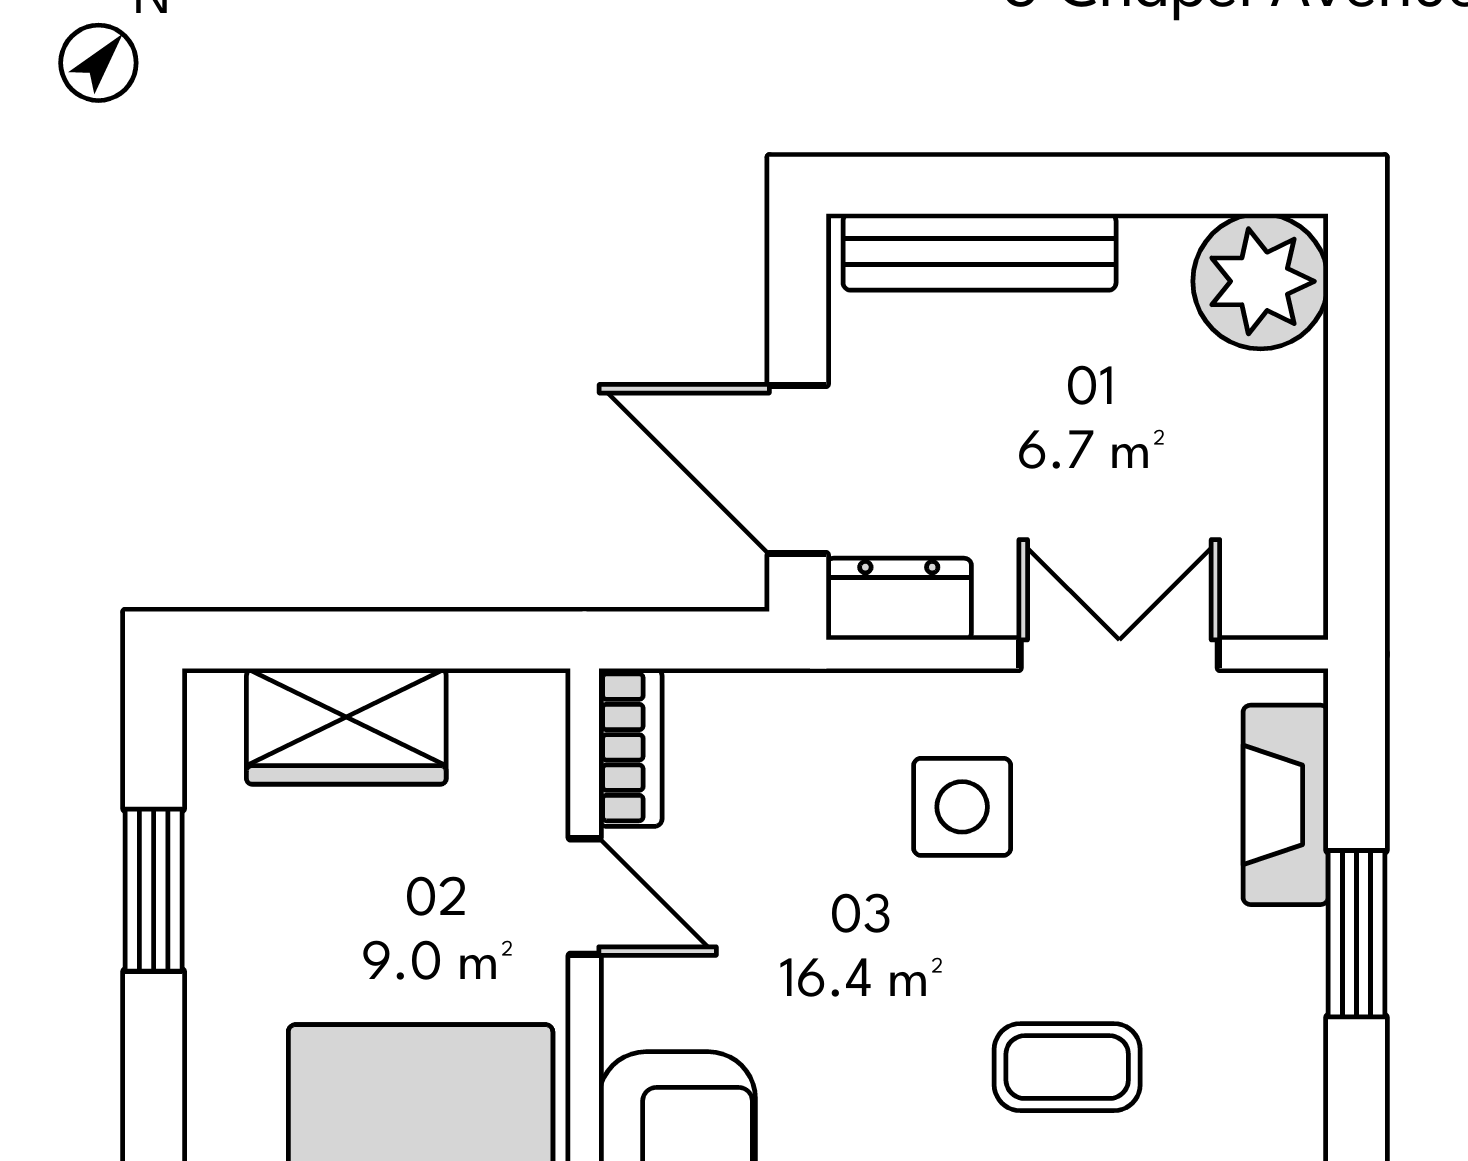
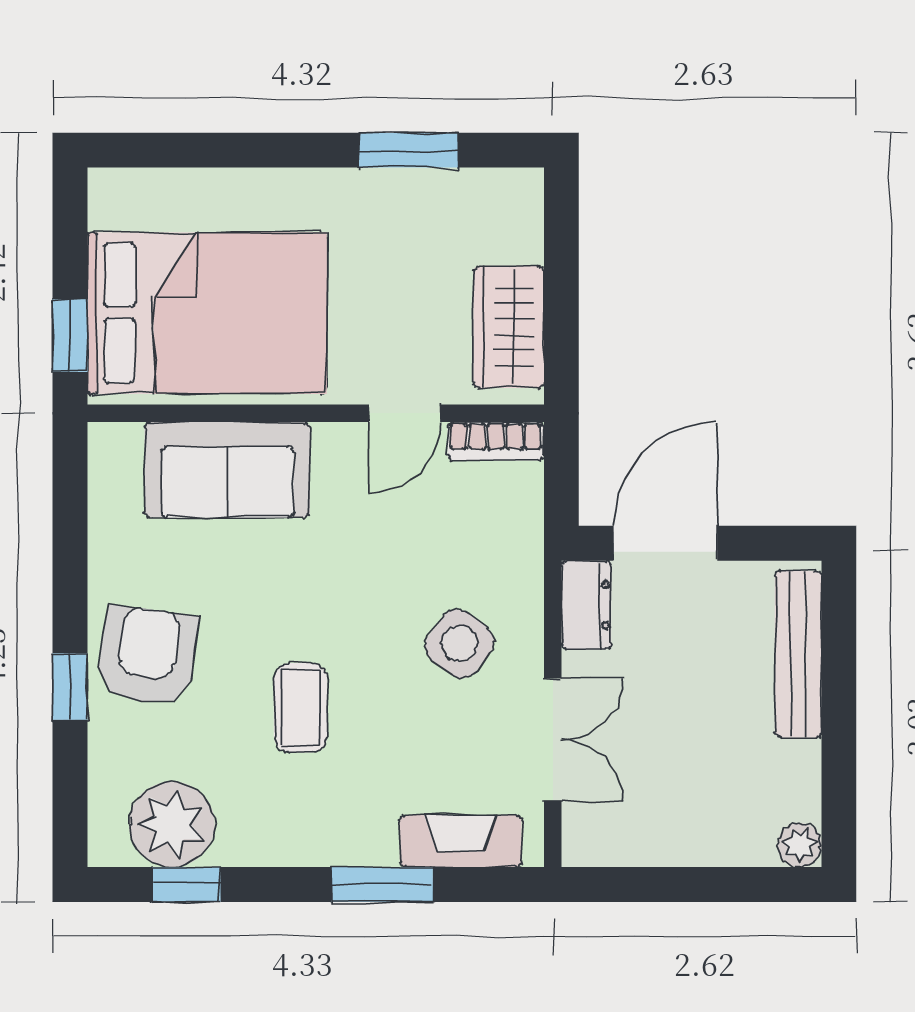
plant: (1261, 281) -> (800, 845), width x0.53, depth x0.53
wardrobe: (346, 726) -> (509, 327), moved
side table: (962, 807) -> (459, 644), turned 37

